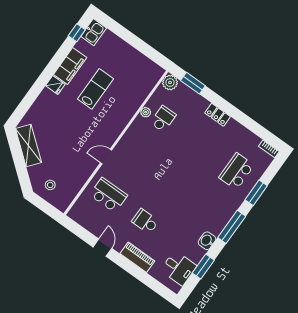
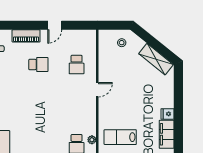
lab bench: (95, 89) -> (120, 137), moved, turned 90
school desk: (109, 195) -> (77, 65), width x0.54
door: (102, 248) -> (55, 25), hinge flipped

